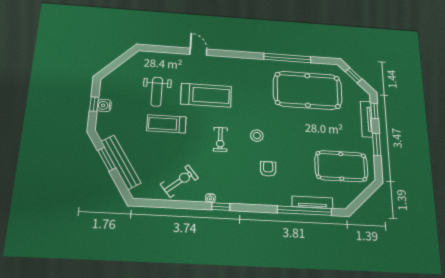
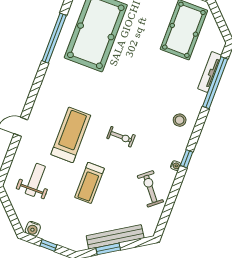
weight bench: (157, 92) -> (35, 180), moved, turned -90
water cooler: (104, 105) -> (33, 229), moved
stool: (257, 136) -> (180, 120), moved
armchair: (268, 169) -> (164, 102), removed

